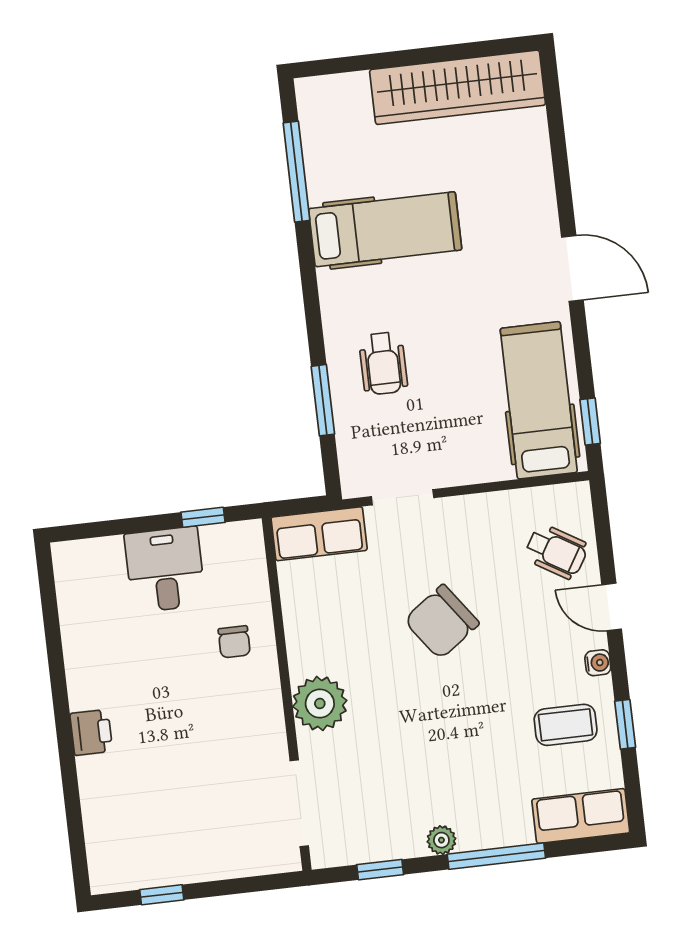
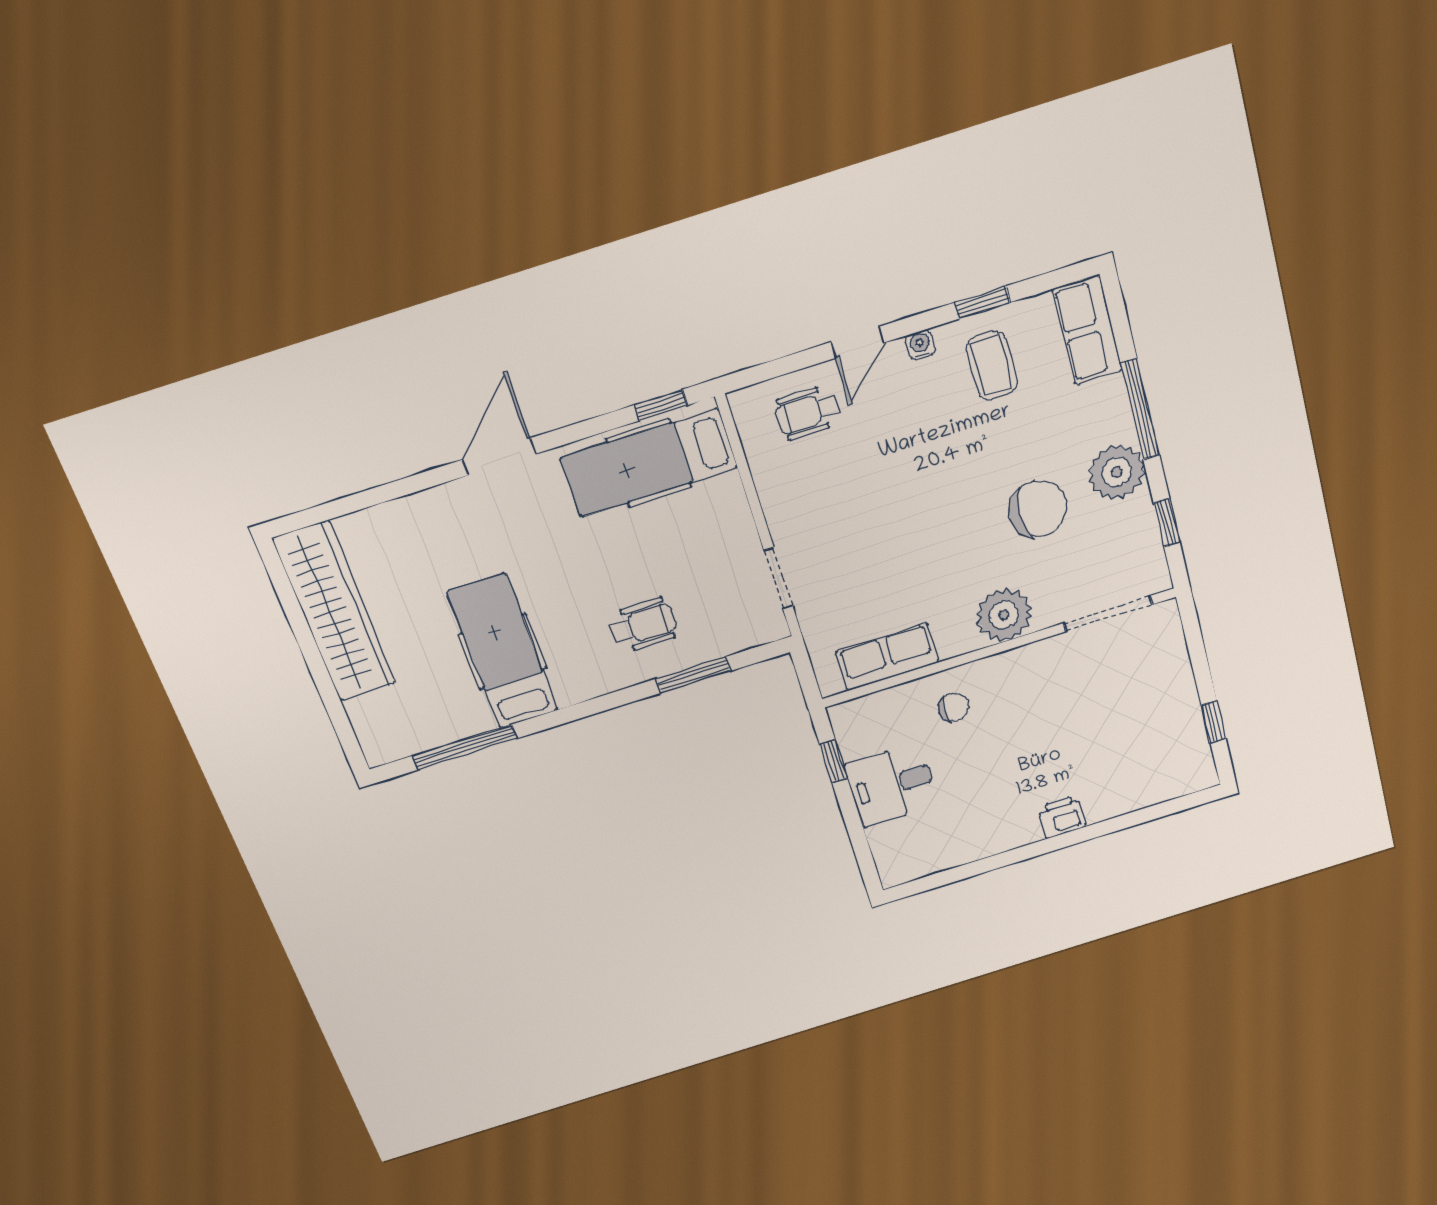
row of seats: (319, 534) -> (887, 657), moved, turned -90
wheelchair: (556, 552) -> (808, 412), turned -121
chair: (442, 622) -> (1038, 509), moved, turned -54
plant: (441, 840) -> (1117, 472), width x1.88, depth x1.88

